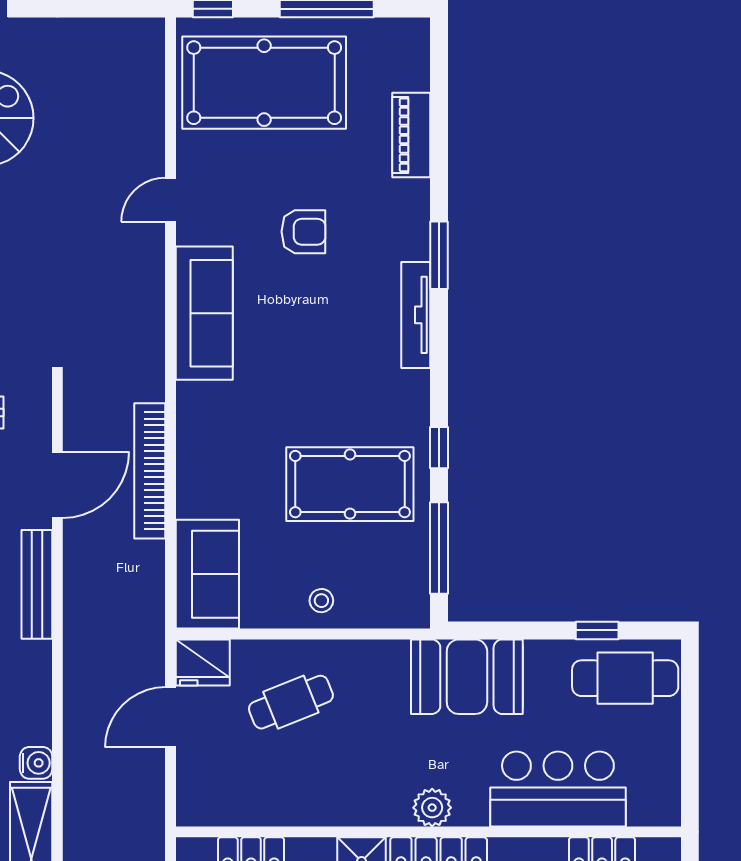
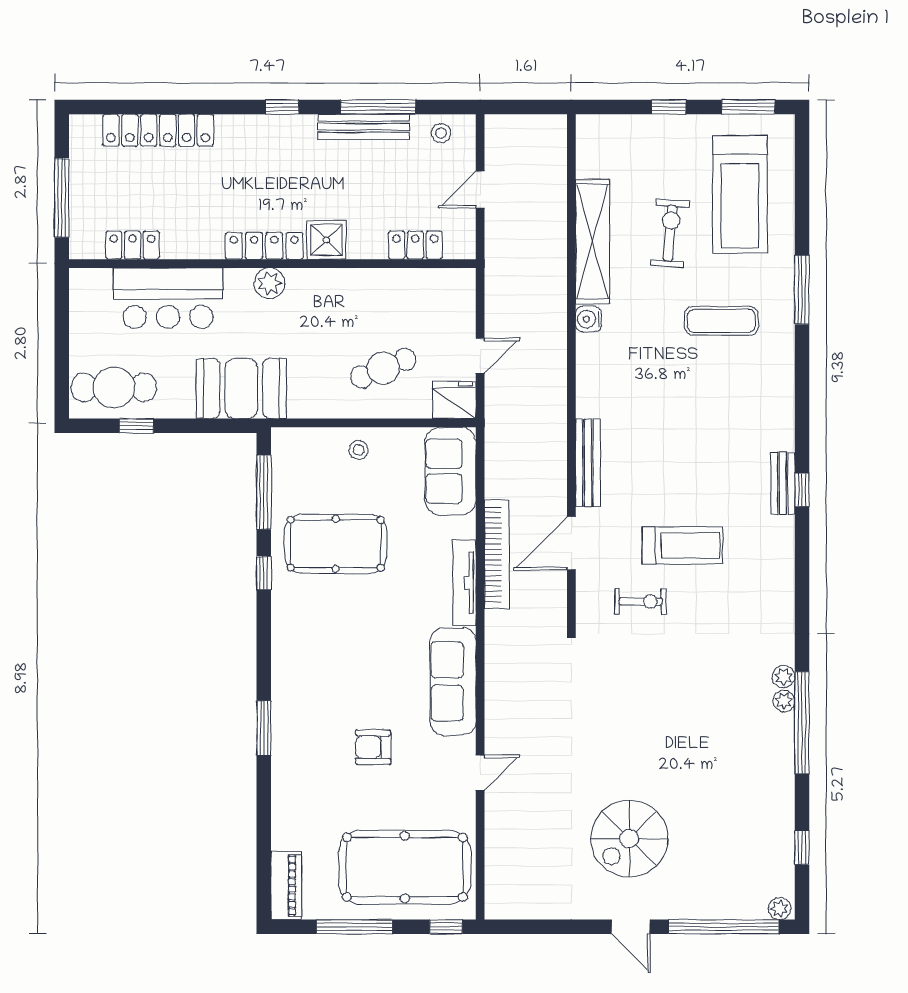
piano: (411, 135) -> (286, 886), moved
tv unit: (416, 315) -> (464, 583), moved, turned 180
door: (170, 717) -> (480, 356), width x0.73

